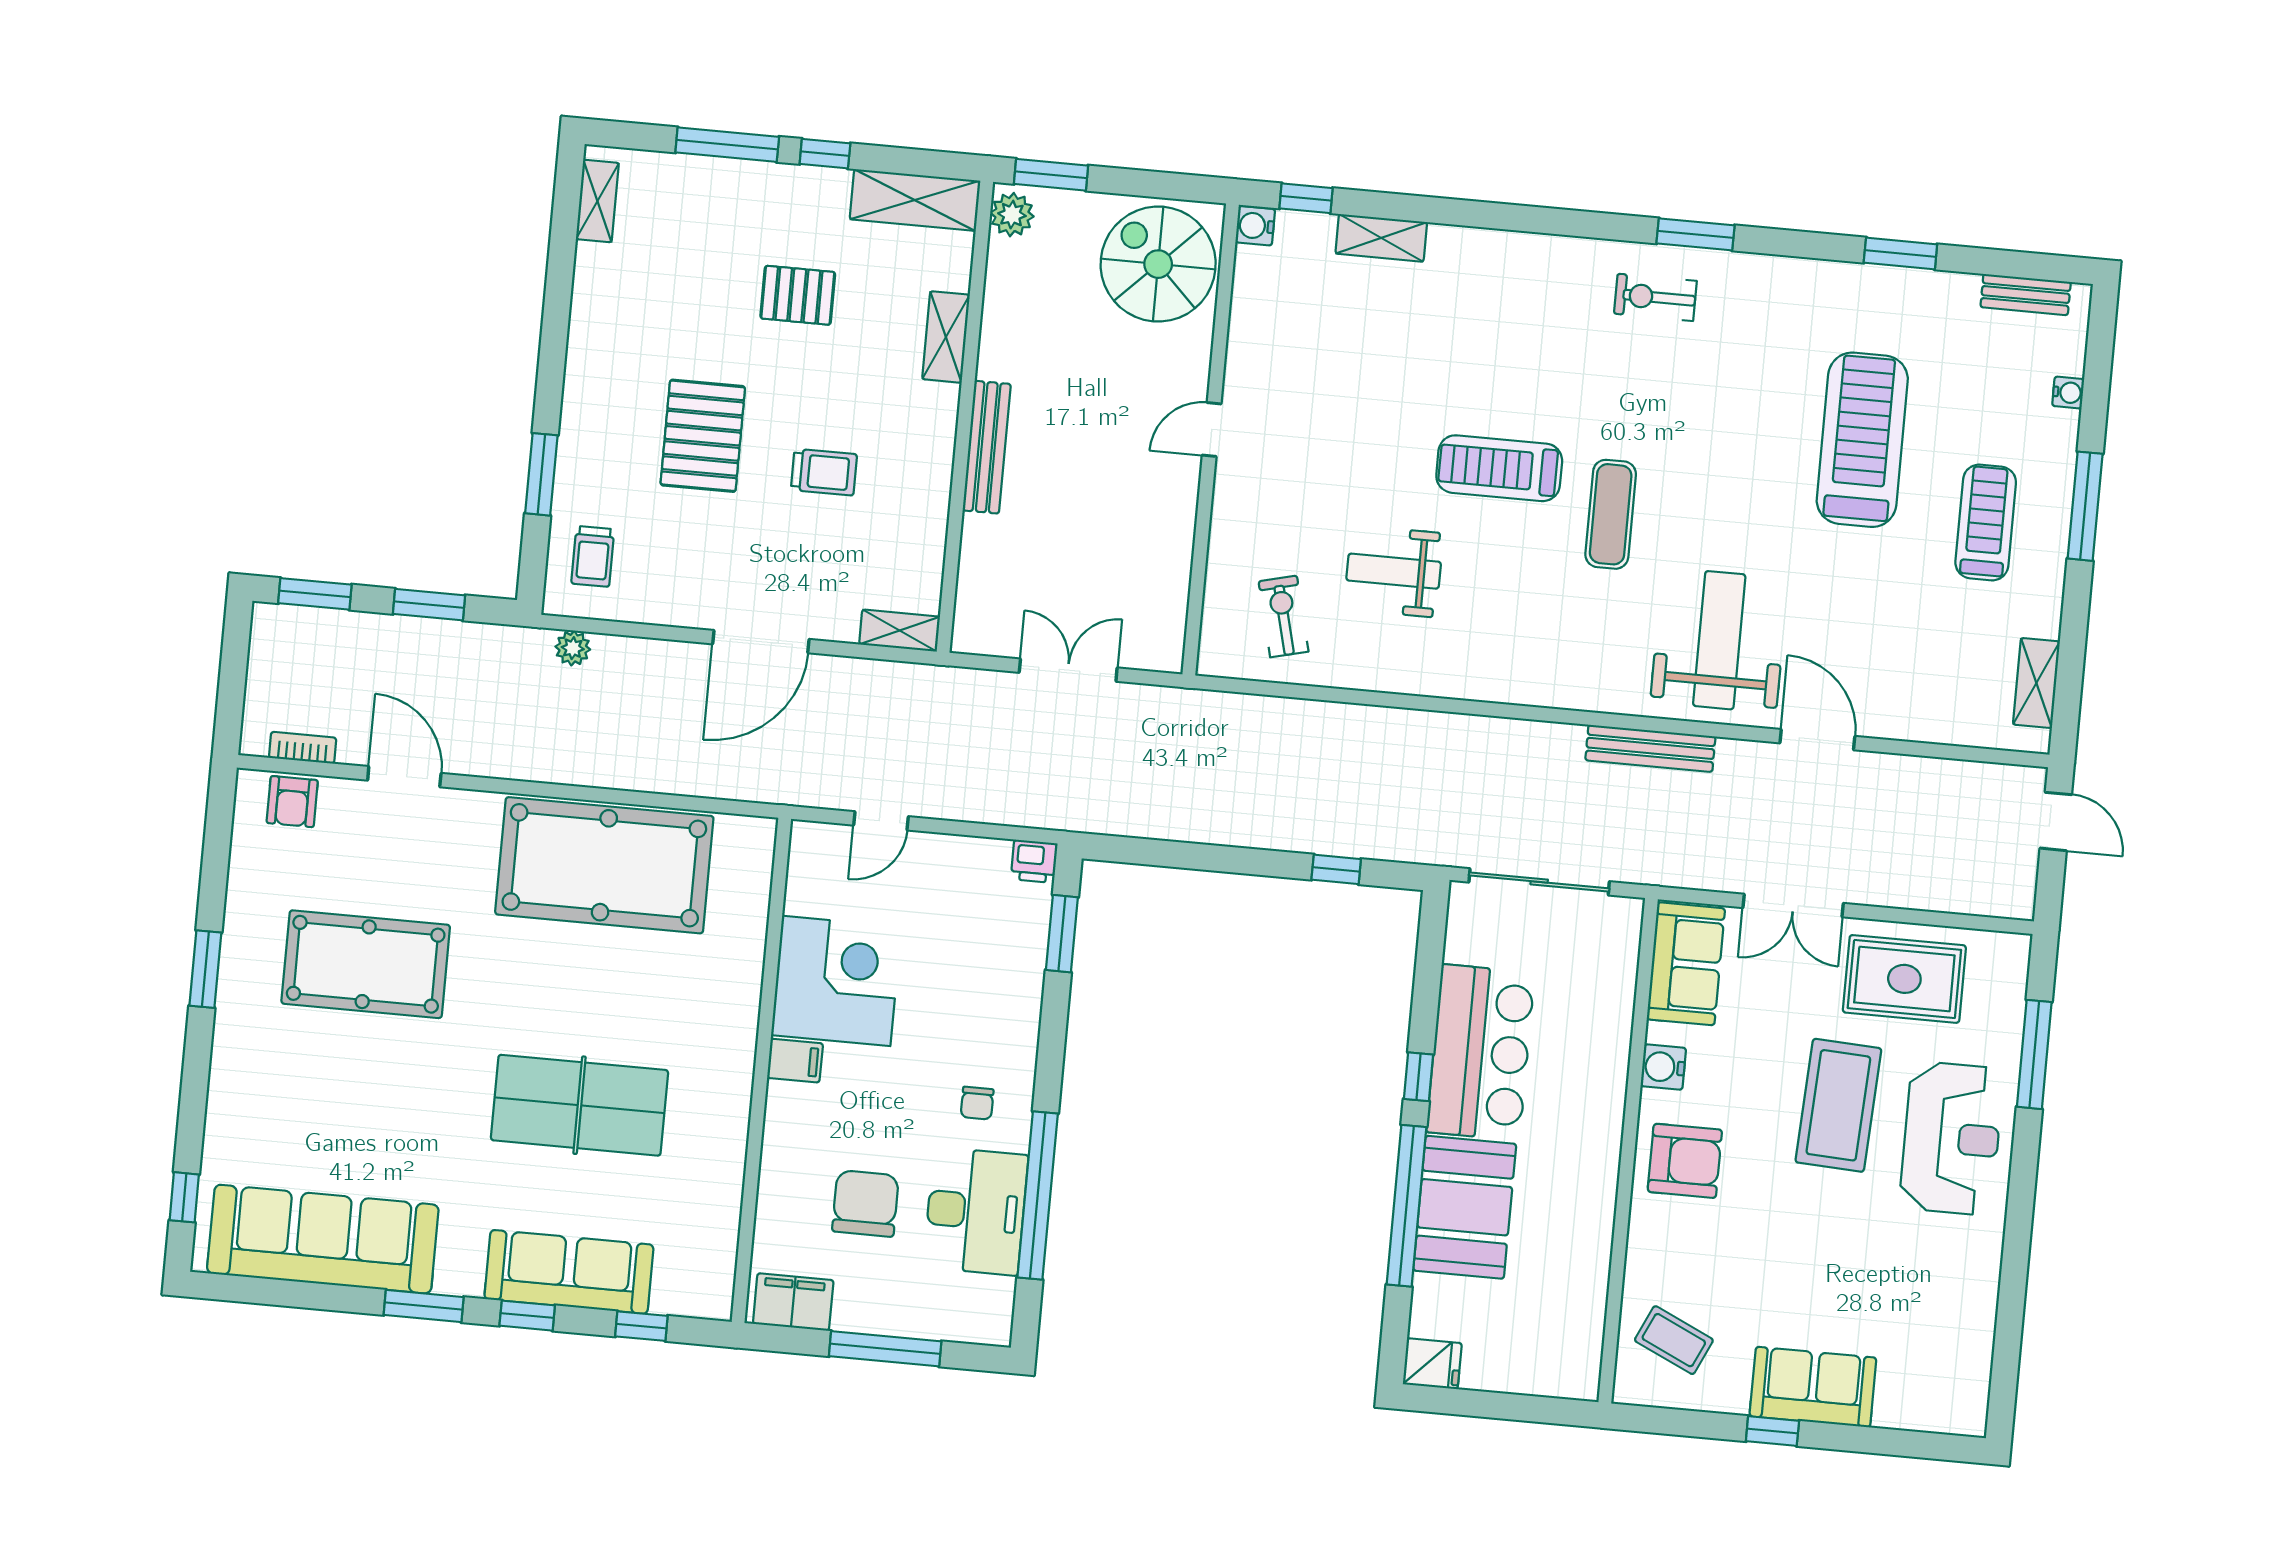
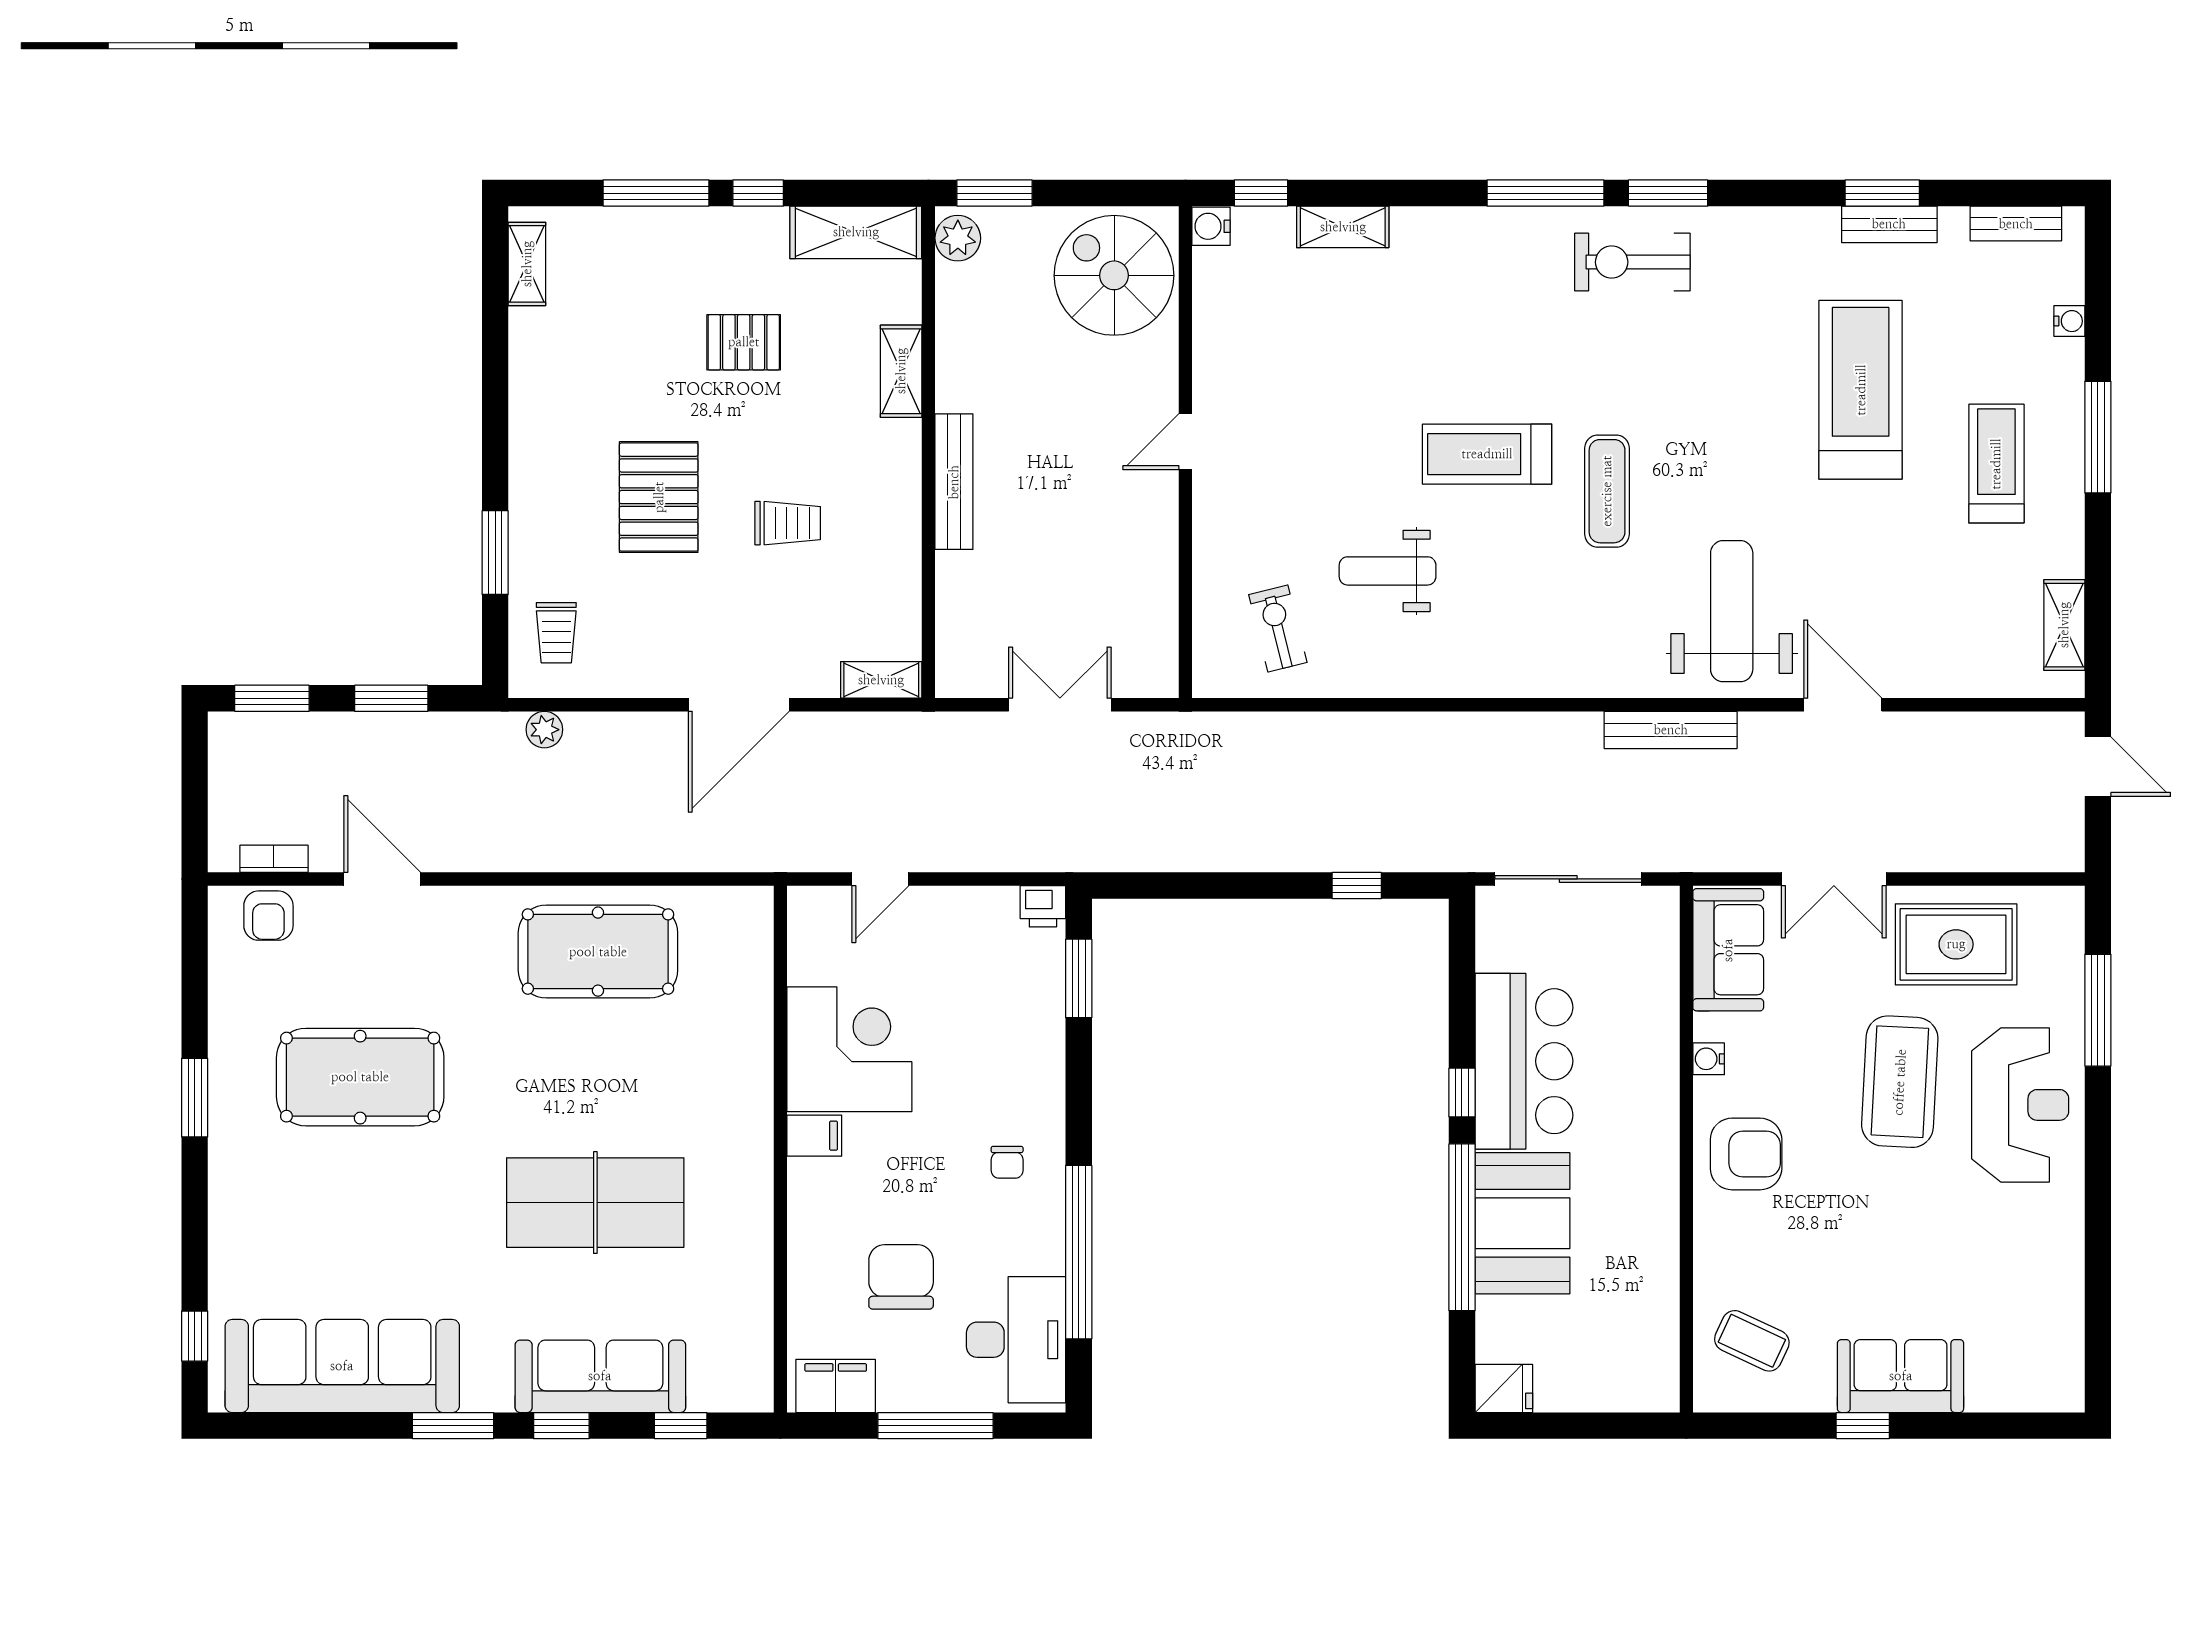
window: (1578, 224) -> (1545, 193), added
bench: (1904, 284) -> (1889, 224), added
exercise bike: (1655, 297) -> (1632, 262), width x1.38, depth x1.39
pool table: (604, 865) -> (598, 952), width x0.73, depth x0.76
water cooler: (1663, 1067) -> (1709, 1059), width x0.72, depth x0.72
desk: (976, 1211) -> (1016, 1340), moved

